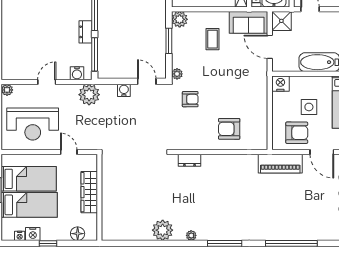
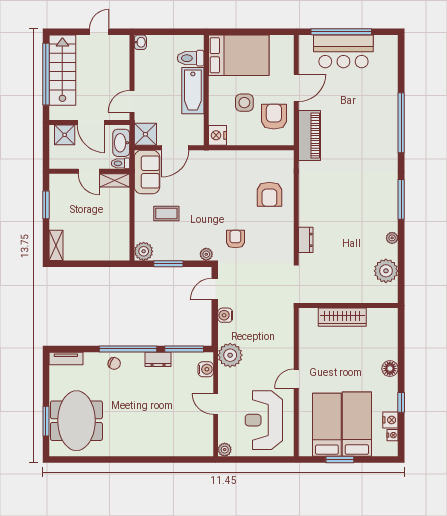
reception desk: (33, 124) -> (264, 420), turned 180
wardrobe: (89, 192) -> (342, 317), moved
wall: (99, 197) -> (348, 306), moved

